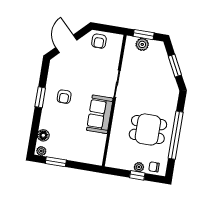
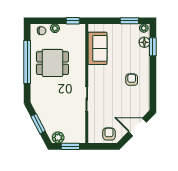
door: (66, 44) -> (138, 127), swing flipped
plant: (142, 44) -> (58, 138), moved
window: (40, 97) -> (153, 47), moved
sofa: (100, 114) -> (97, 48), moved
window: (137, 175) -> (73, 21), moved

